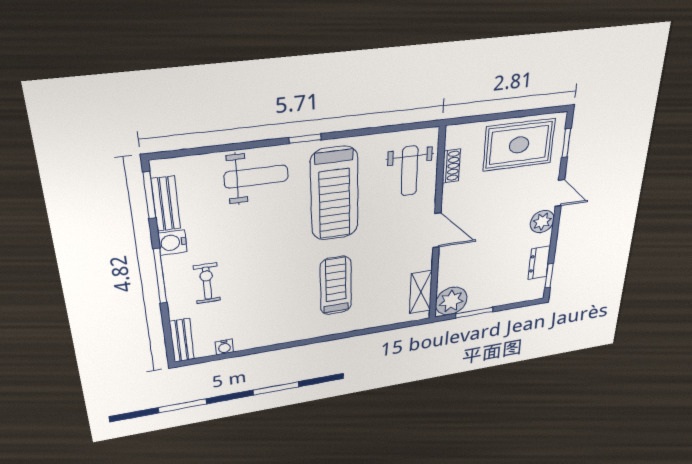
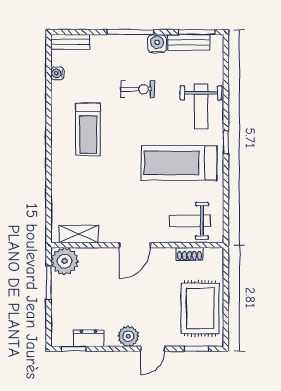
exercise bike: (207, 283) -> (138, 89), moved
treadmill: (336, 286) -> (88, 129), moved, turned 90

